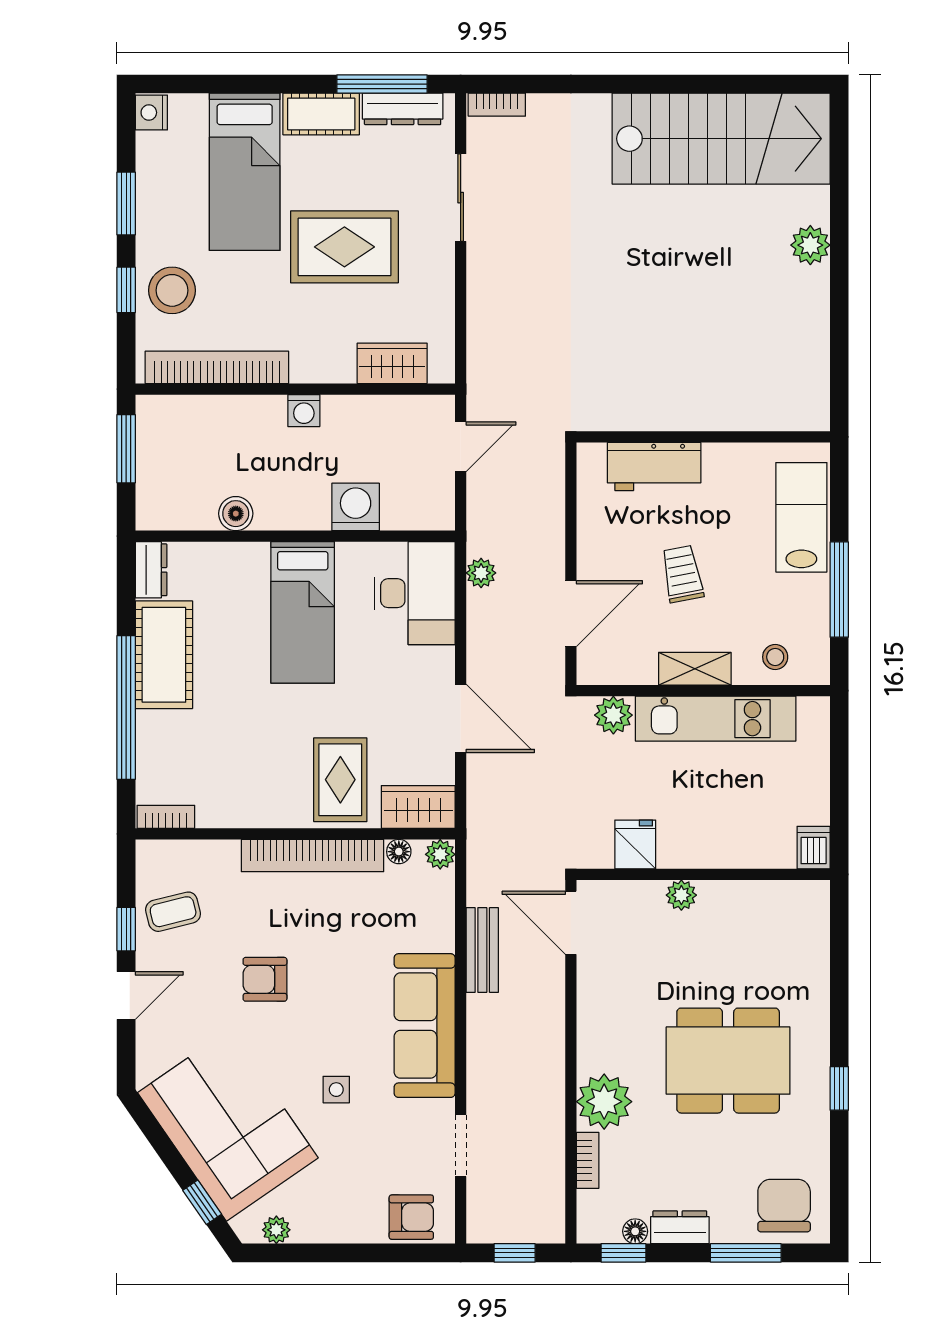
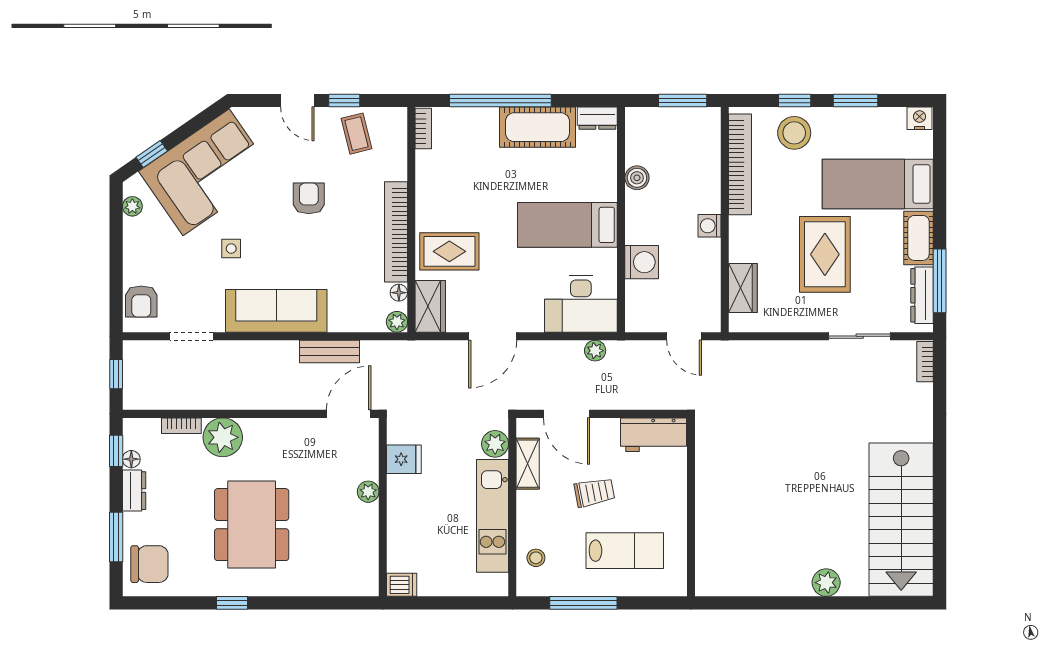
workbench: (654, 467) -> (654, 435), moved, turned -90
lab bench: (801, 517) -> (625, 551), moved
shelving: (695, 669) -> (528, 464), moved

